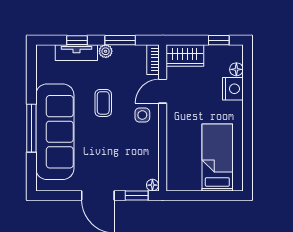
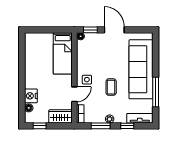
tv unit: (76, 53) -> (140, 118), moved
window: (31, 128) -> (156, 92), moved
bed: (217, 157) -> (63, 53), moved

